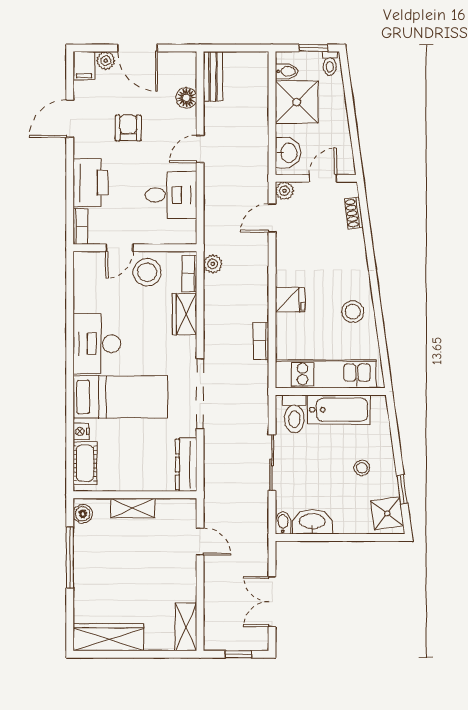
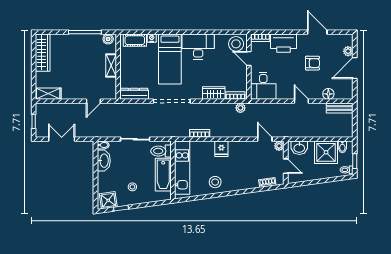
filing cabinet: (84, 66) -> (345, 40), removed
desk: (171, 195) -> (263, 86), moved
stool: (147, 272) -> (236, 44), moved

